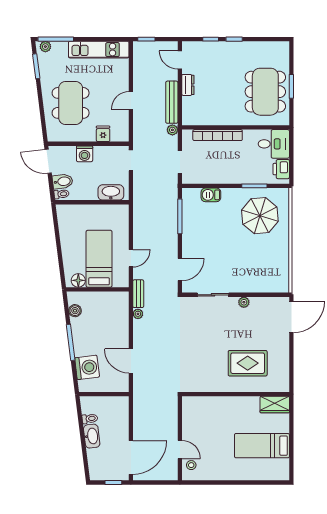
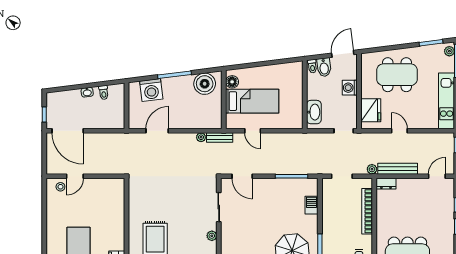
dresser: (188, 85) -> (386, 184), moved
fridge: (103, 134) -> (371, 110), width x1.88, depth x1.34
boiler: (75, 311) -> (205, 84), width x1.86, depth x1.86
washbasin: (92, 436) -> (87, 92), width x0.52, depth x0.69

